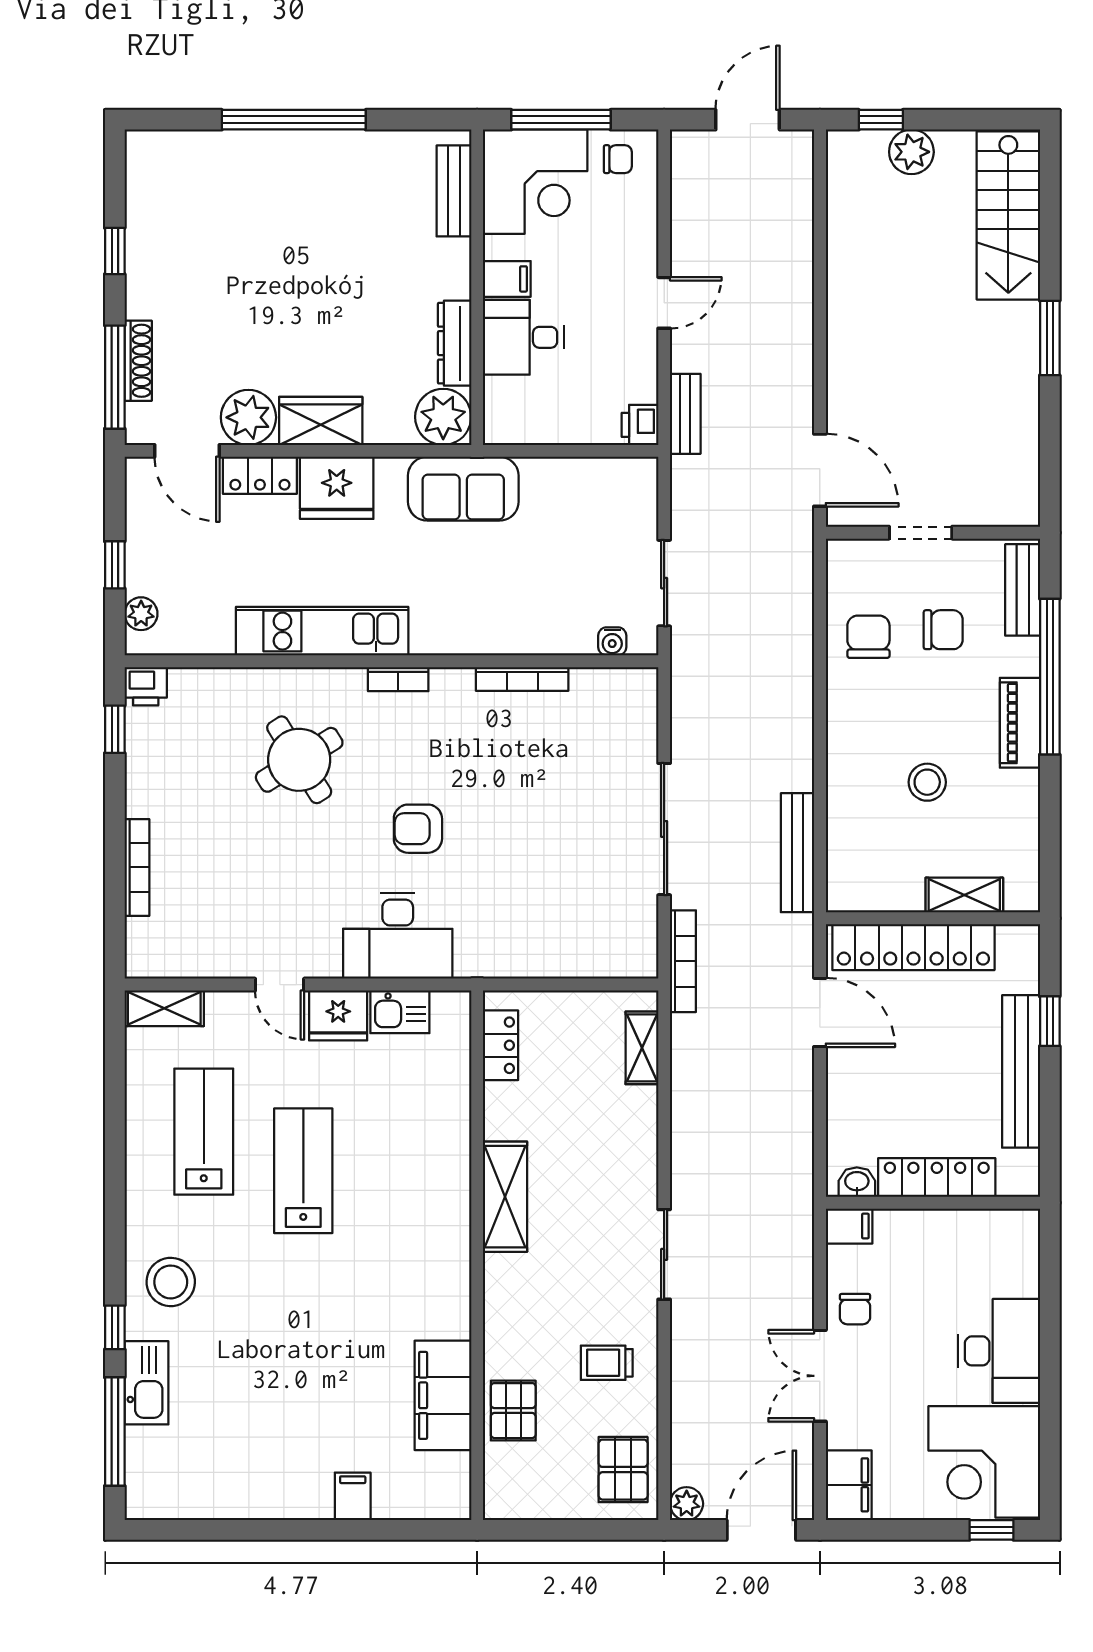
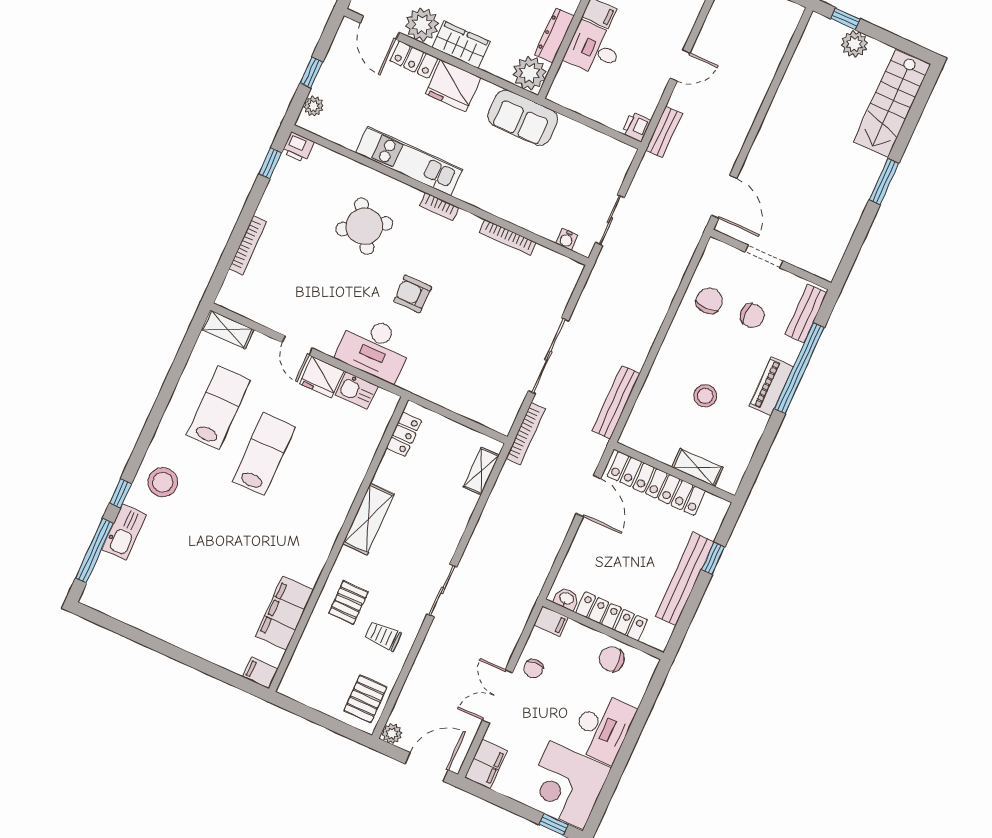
chair: (966, 1242) -> (612, 659), added
pallet: (513, 1411) -> (348, 603), moved
filing cabinet: (353, 1496) -> (260, 673), moved, turned -90

